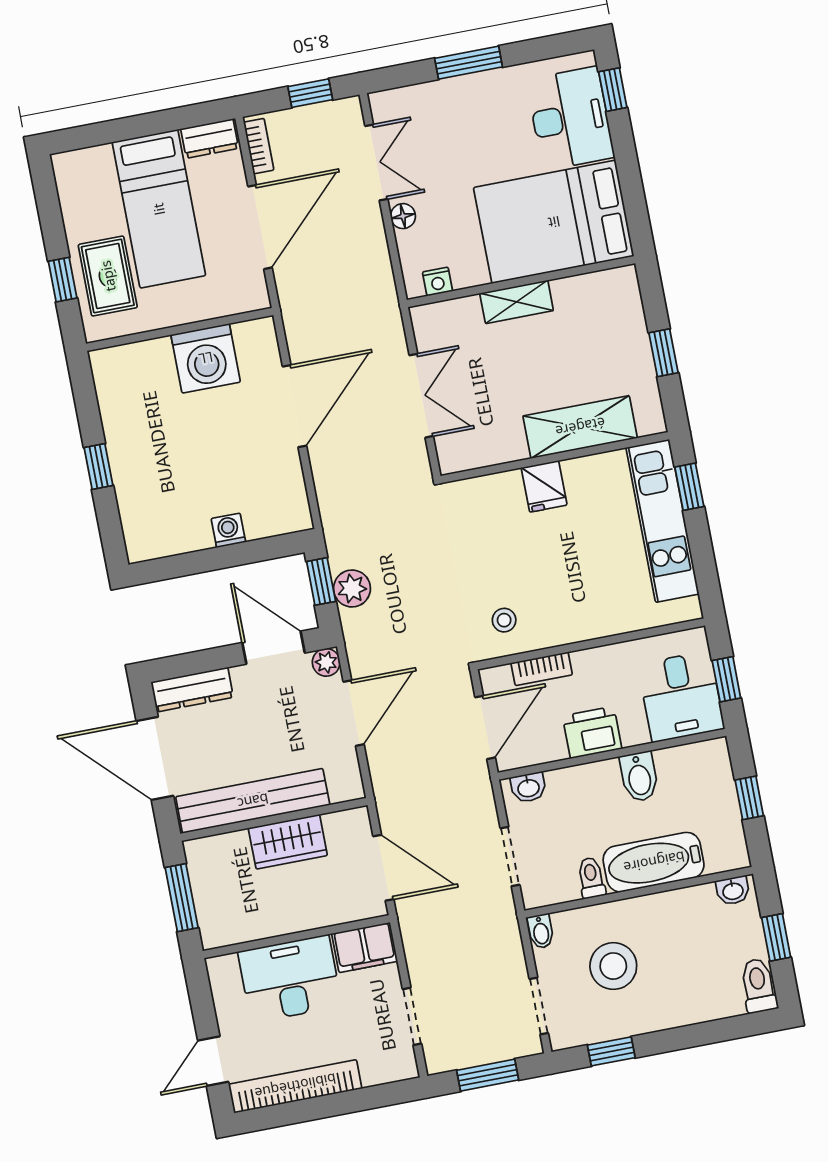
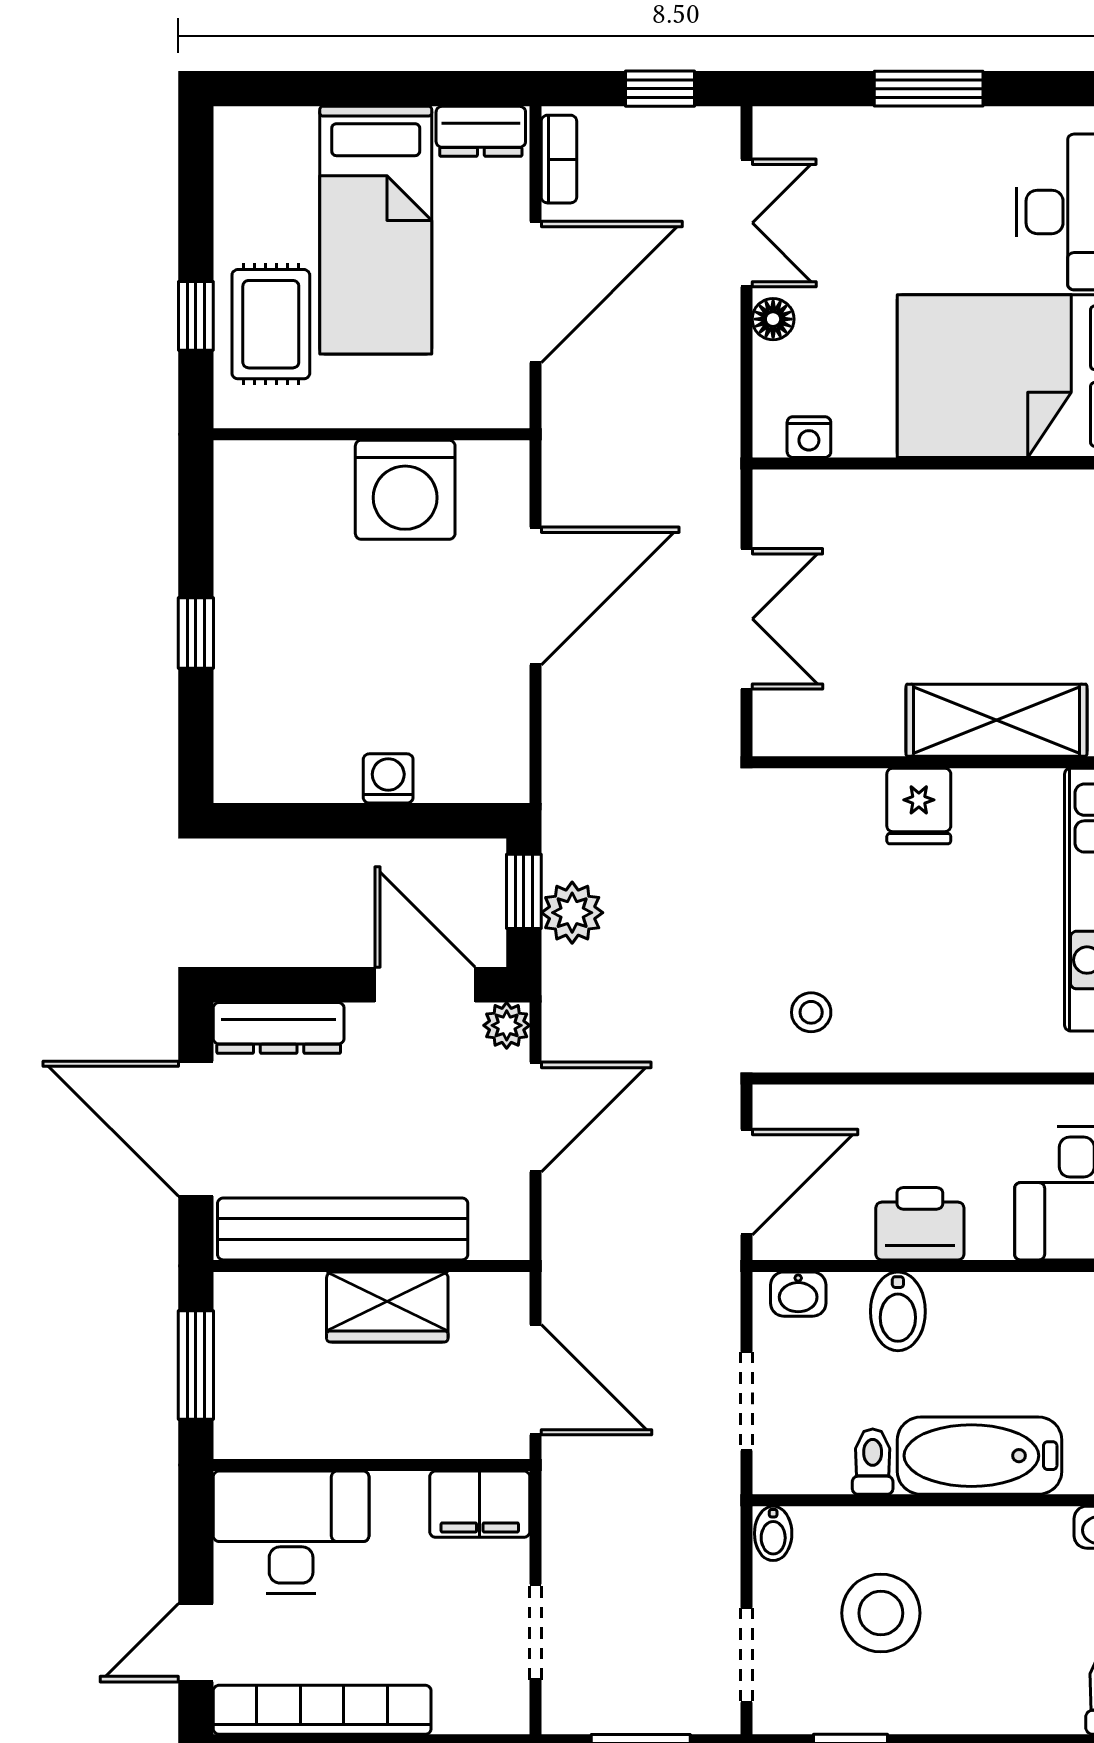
shelving: (517, 302) -> (932, 495), removed
bookcase: (542, 669) -> (857, 1104), removed
bidet: (639, 777) -> (898, 1311), moved
desk: (290, 979) -> (291, 1532), moved

